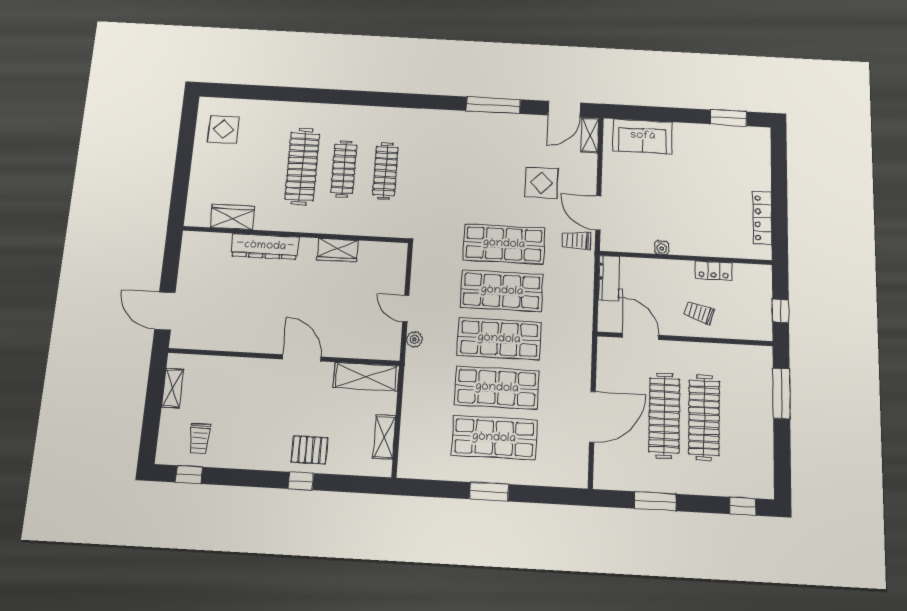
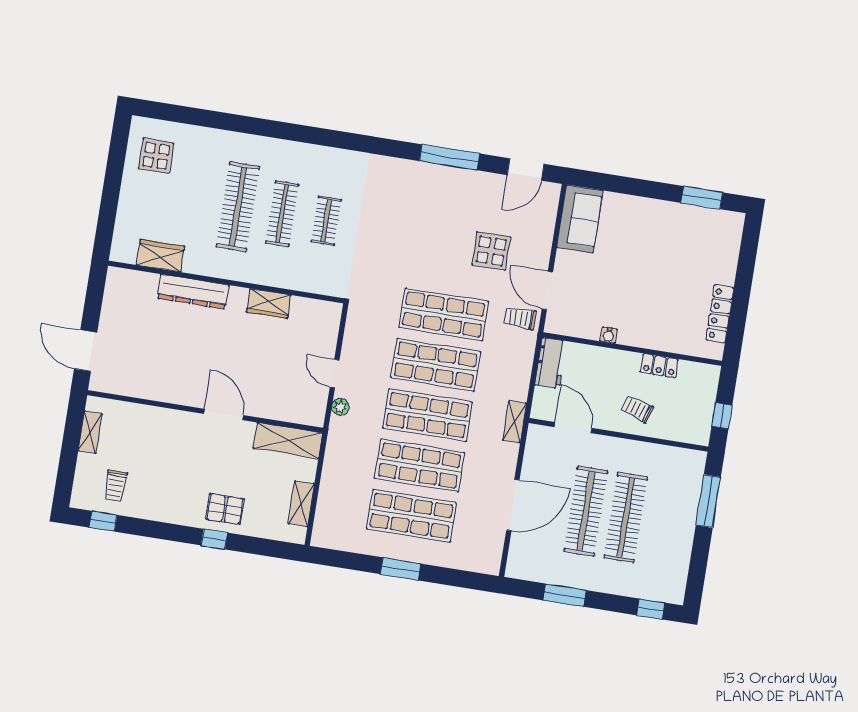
shelving: (590, 135) -> (515, 422), moved
sofa: (643, 136) -> (580, 219), moved, turned -90
clothes rail: (385, 171) -> (326, 221), width x0.73

